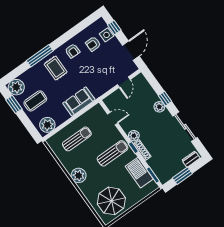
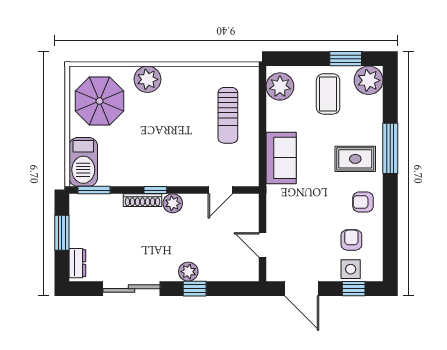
sun lounger: (112, 153) -> (169, 153), removed
barbecue: (139, 173) -> (83, 162), moved, turned 90
plant: (79, 175) -> (147, 79), moved

